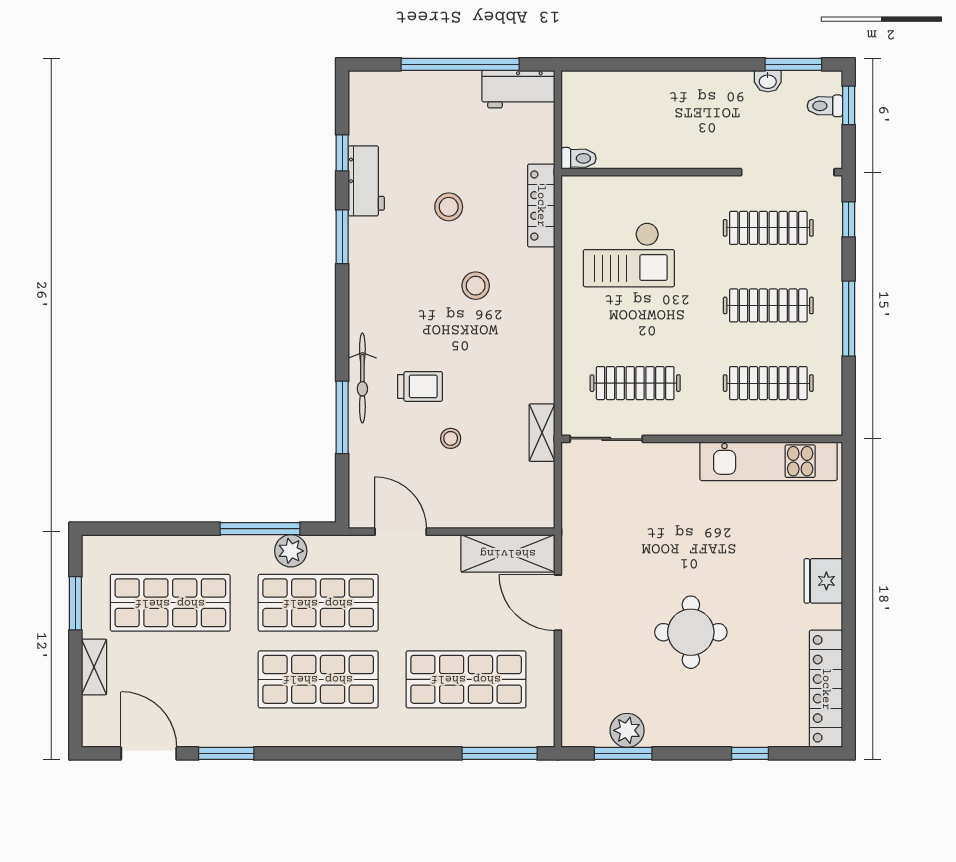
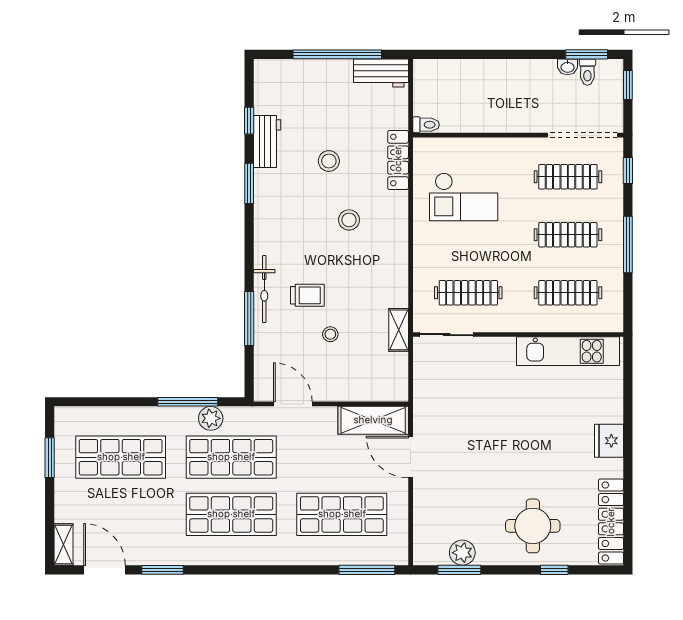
toilet: (825, 106) -> (587, 72), moved, turned -90
round table: (691, 632) -> (533, 526), moved
shelving: (94, 667) -> (64, 545), moved

